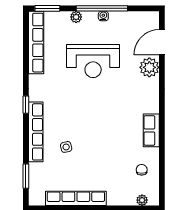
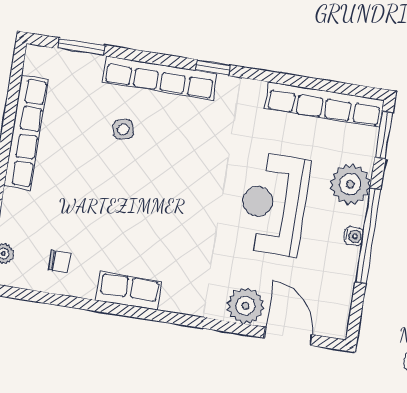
plant: (76, 17) -> (350, 184), width x1.88, depth x1.88

